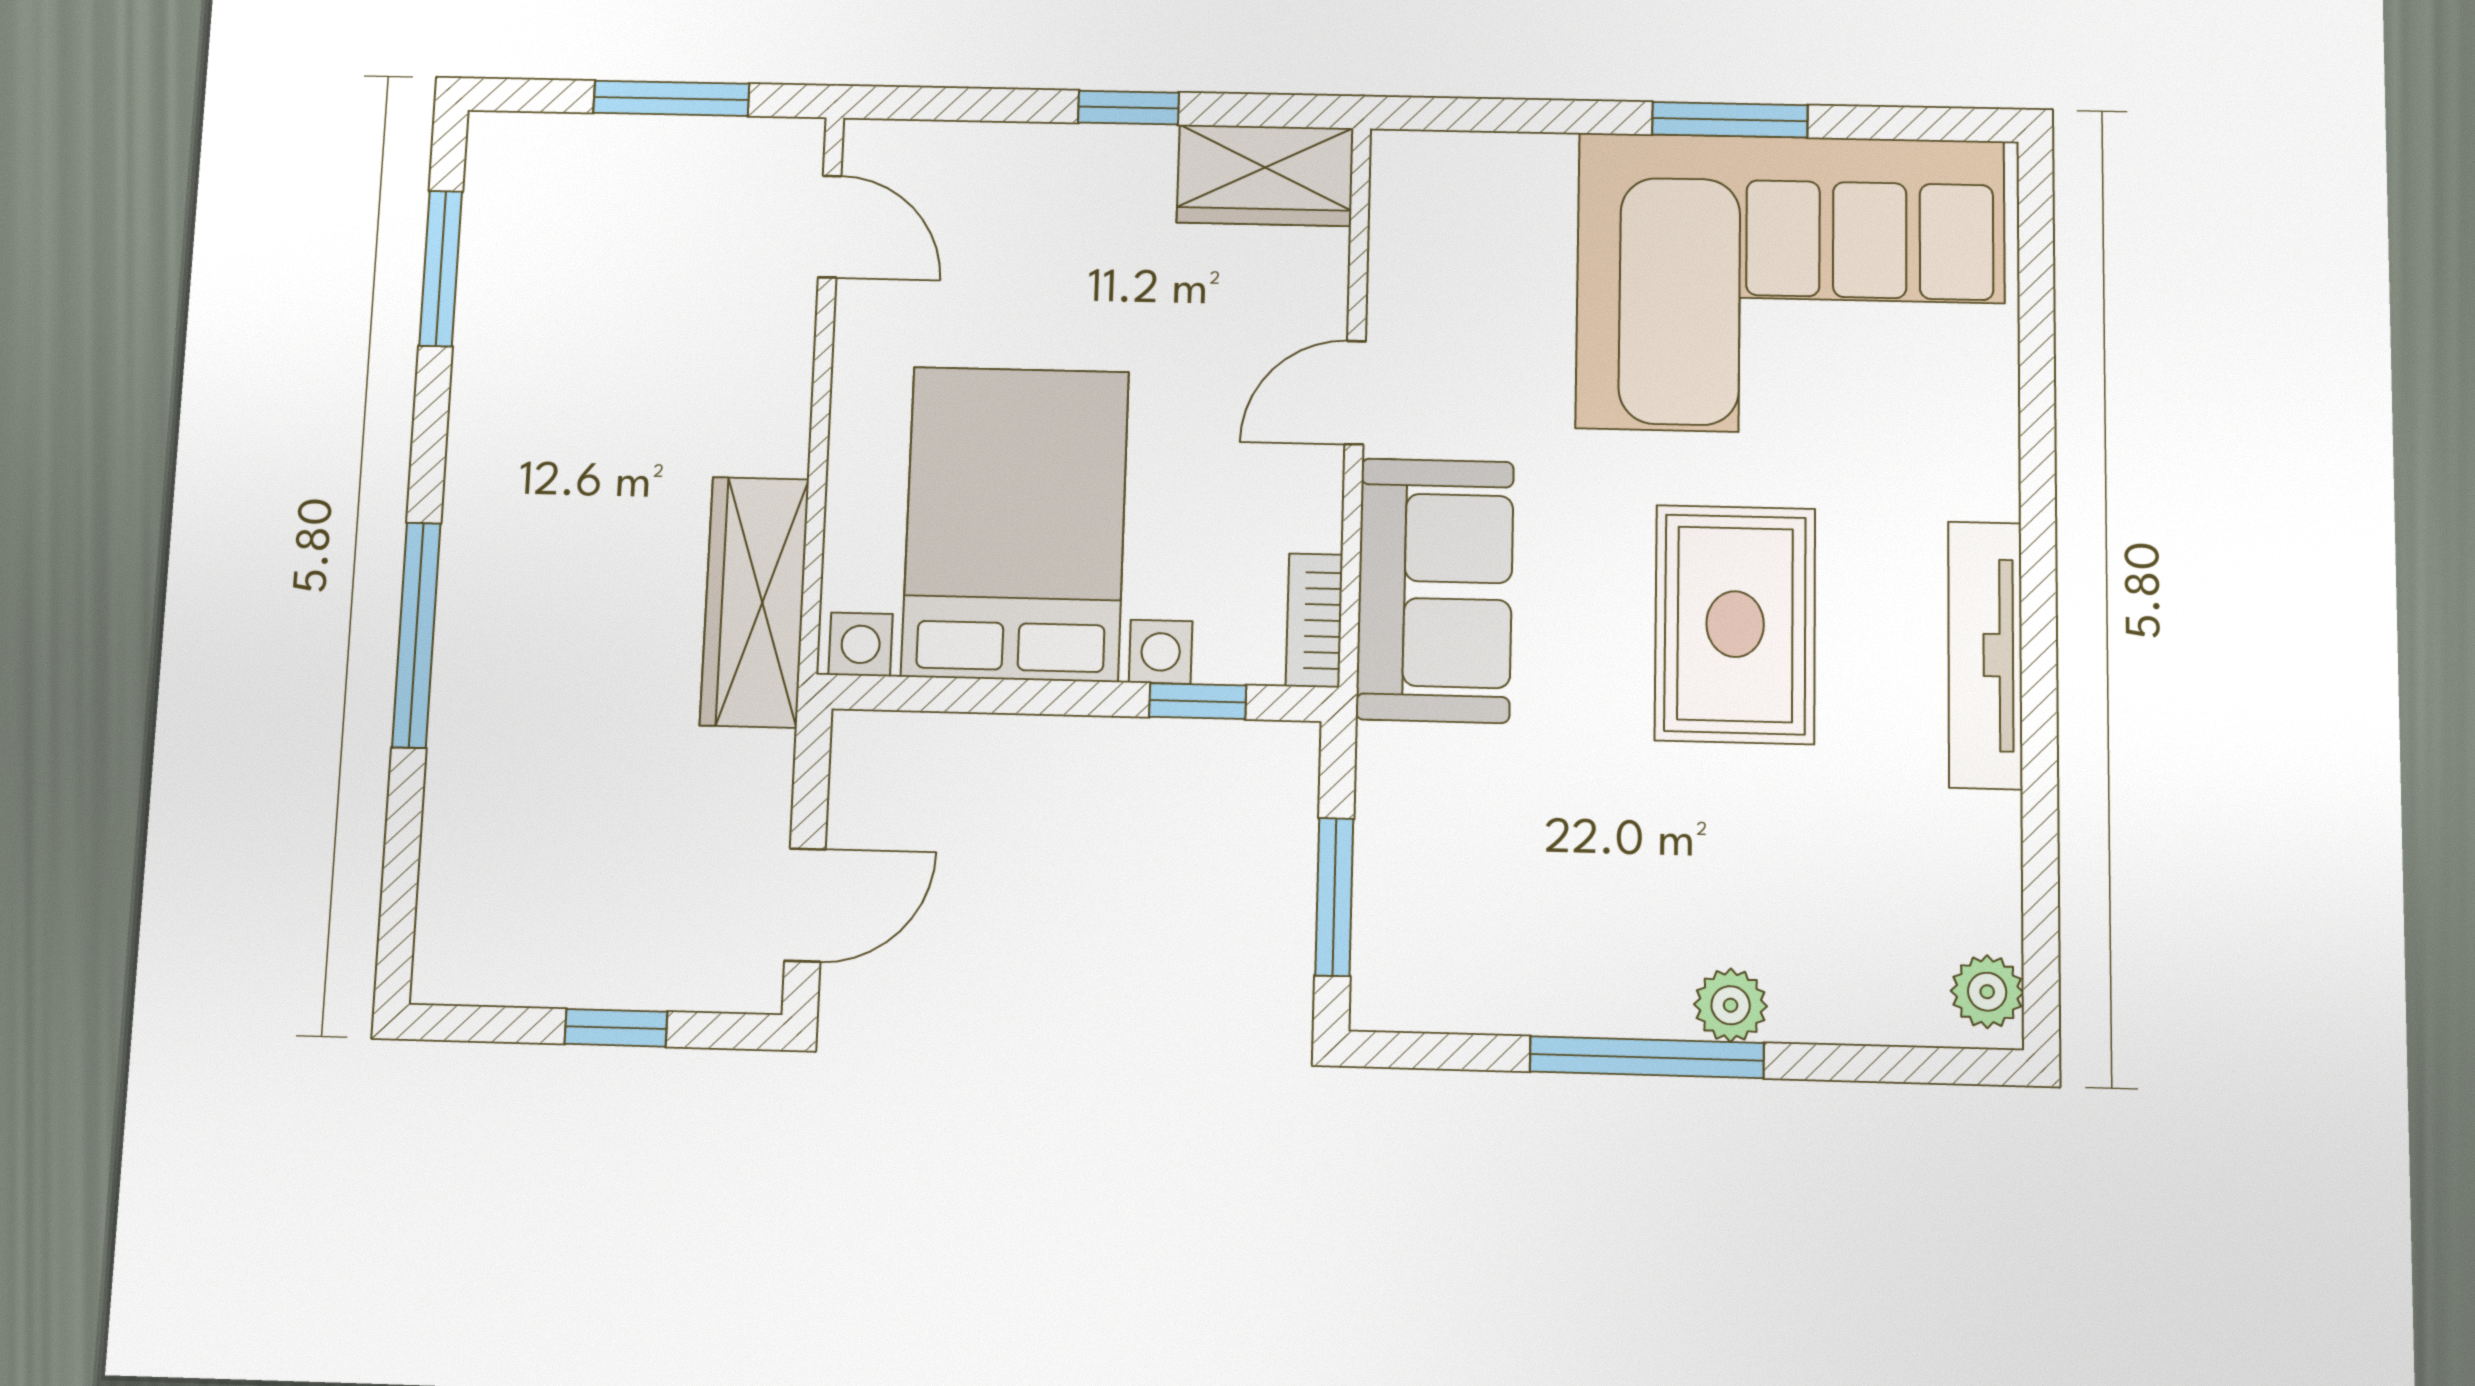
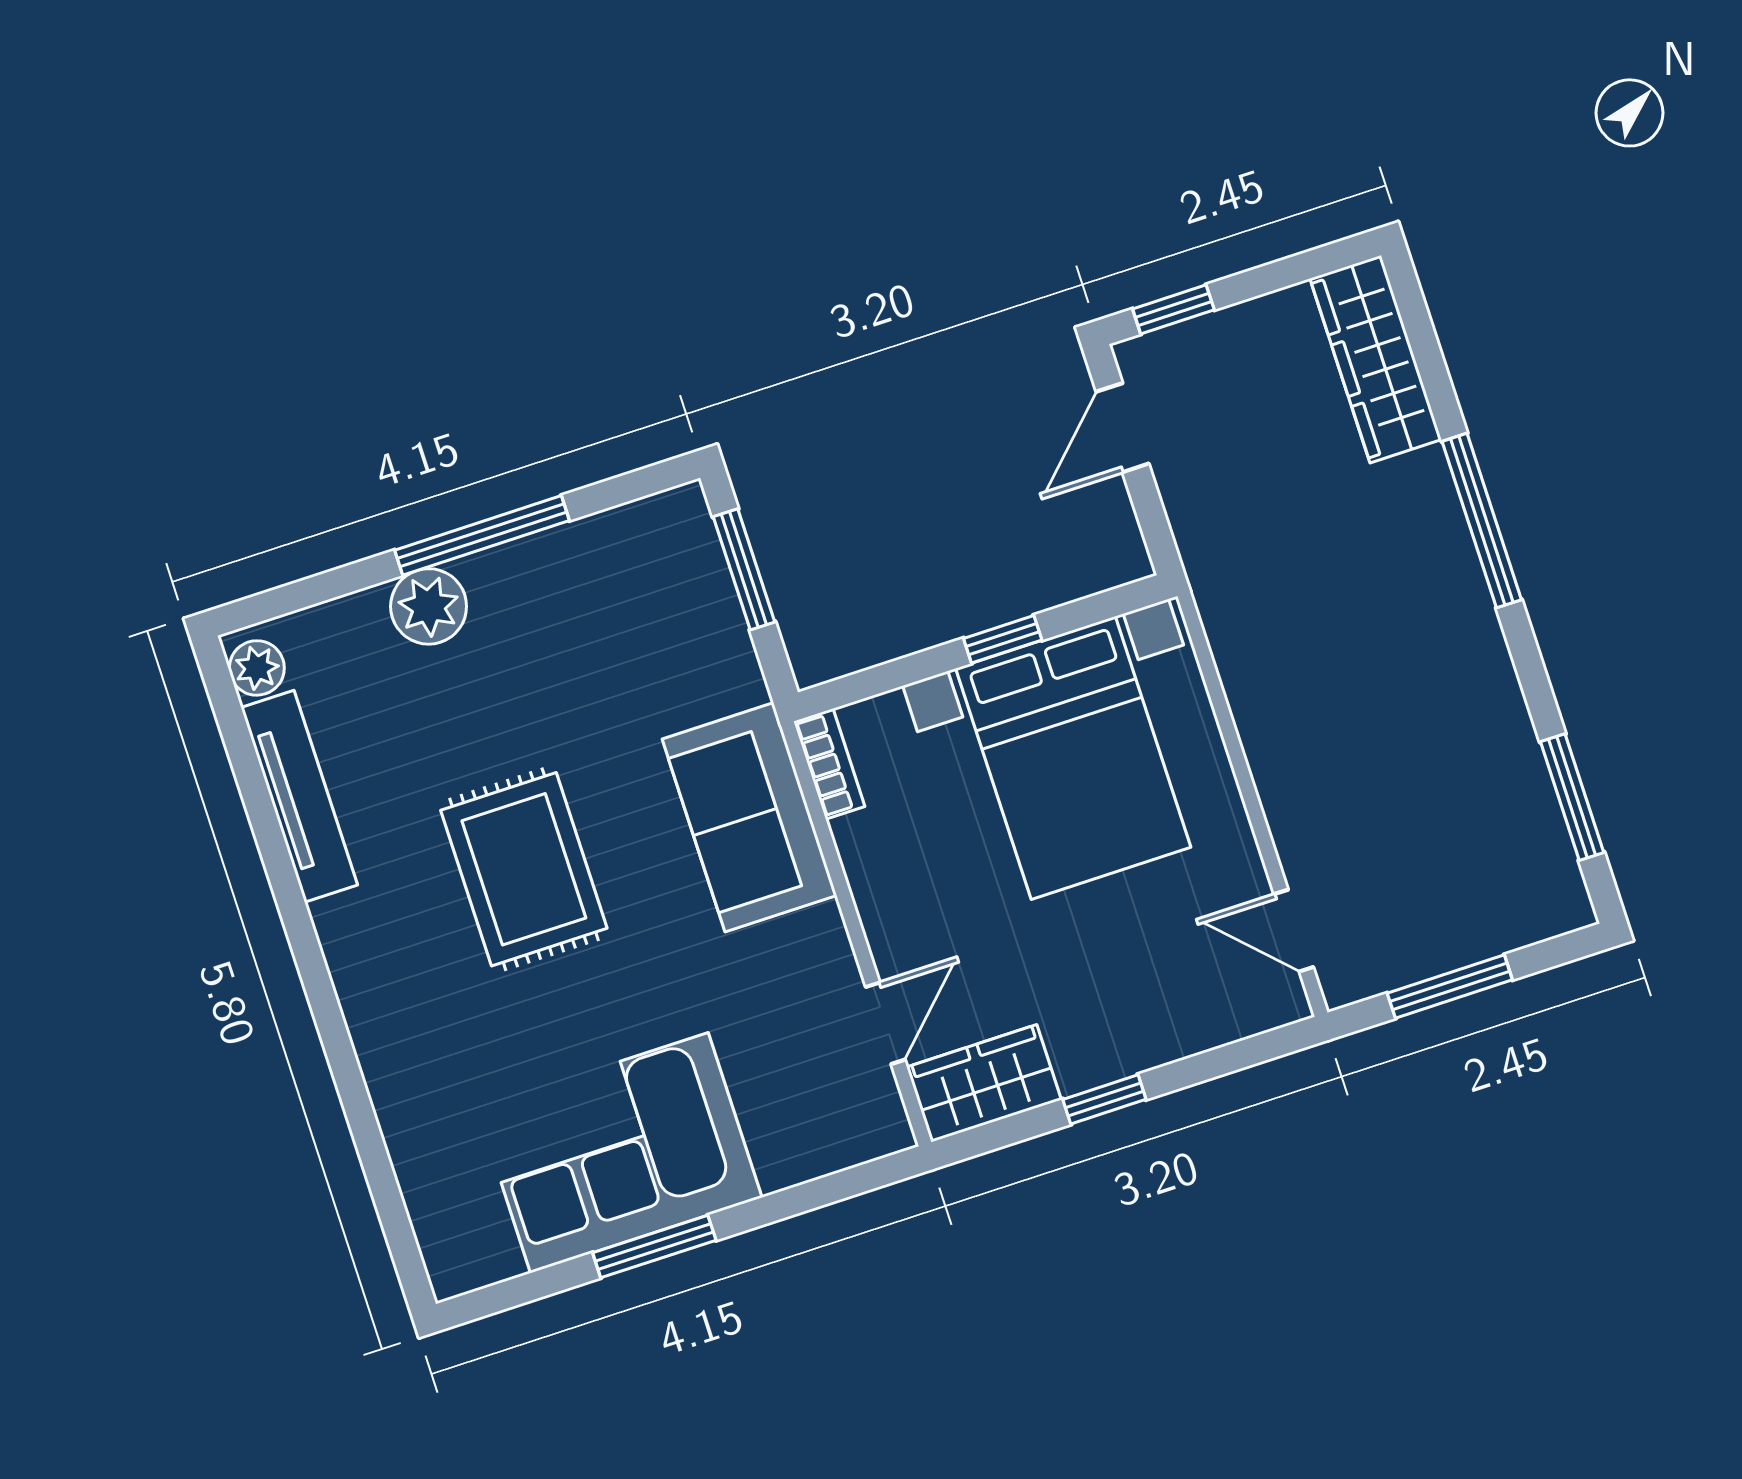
corner sofa: (1791, 284) -> (619, 1153), width x0.73, depth x0.74
door: (1355, 393) -> (885, 1023), moved
wardrobe: (755, 602) -> (1376, 359), moved, turned 180
tv unit: (1985, 655) -> (299, 796), moved
window: (1198, 701) -> (1003, 639), moved
plant: (1731, 1005) -> (429, 606), width x1.38, depth x1.38
window: (616, 1028) -> (1173, 309), moved

